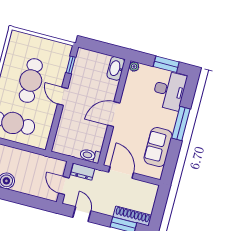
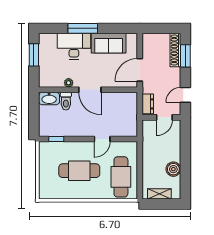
plant: (134, 66) -> (69, 83), moved
desk: (169, 90) -> (74, 46), moved
door: (63, 96) -> (102, 139), moved
toilet: (90, 156) -> (66, 101), moved

